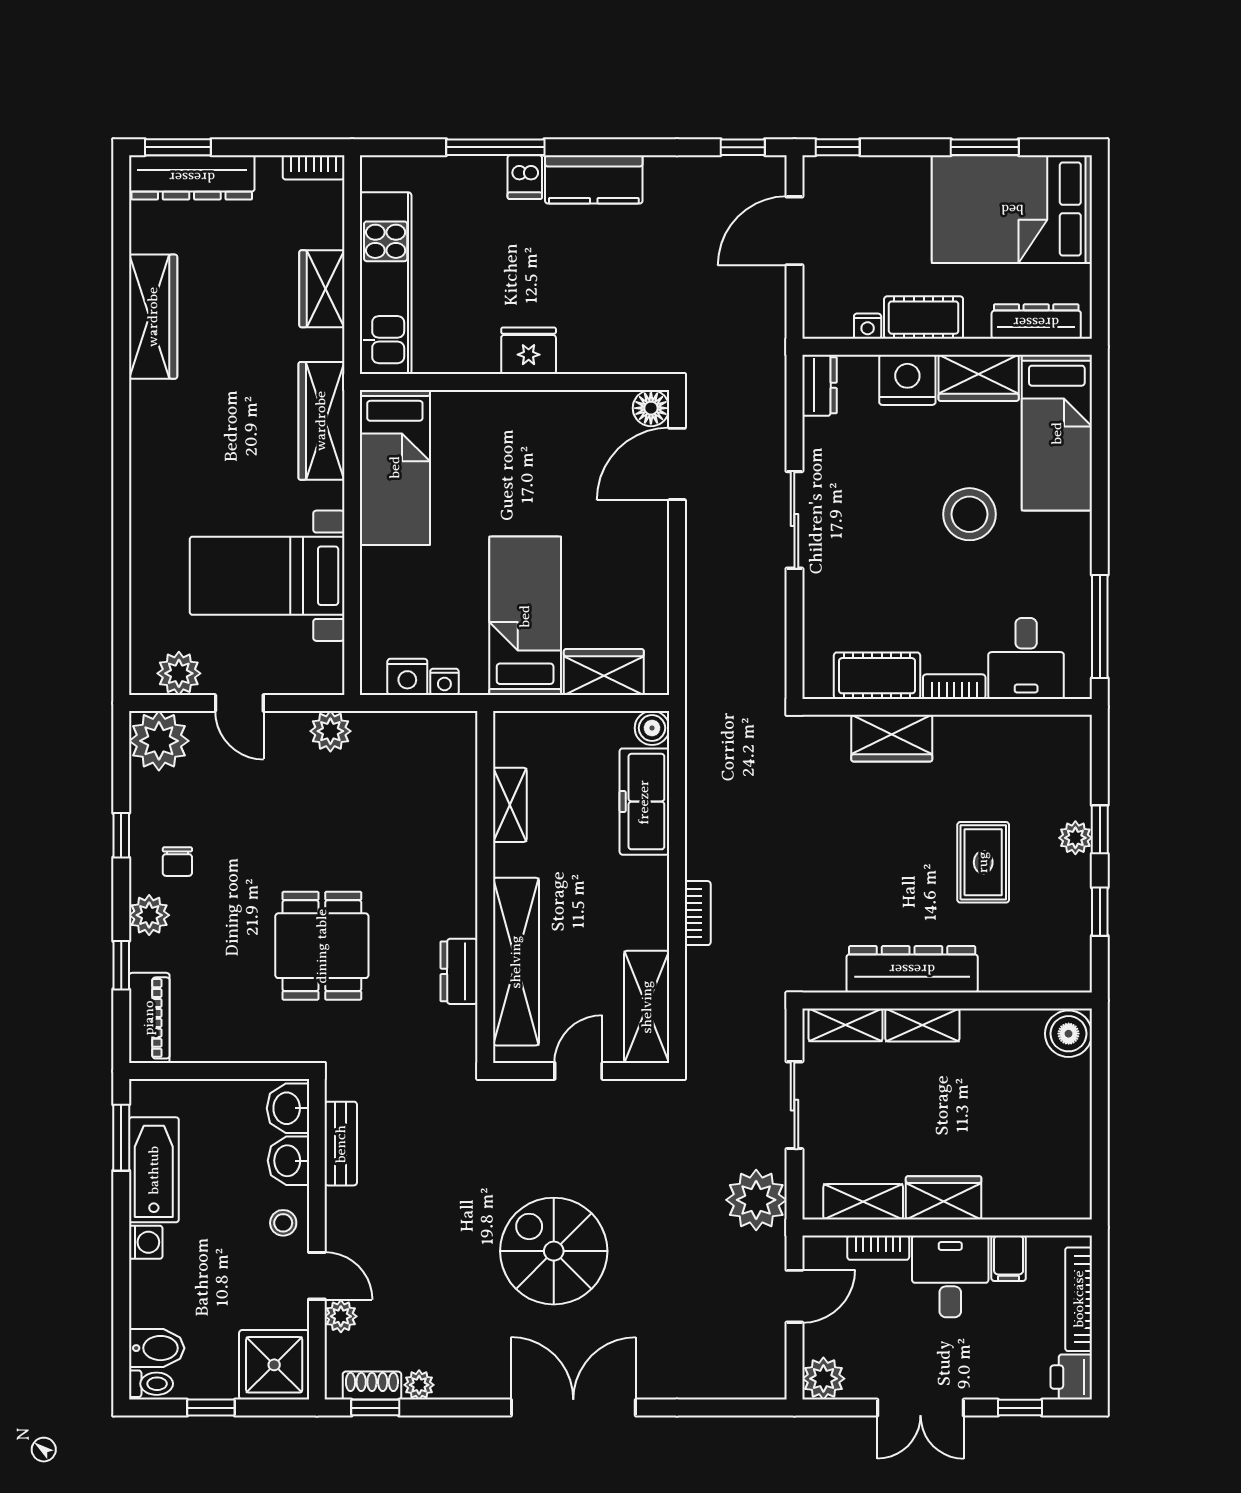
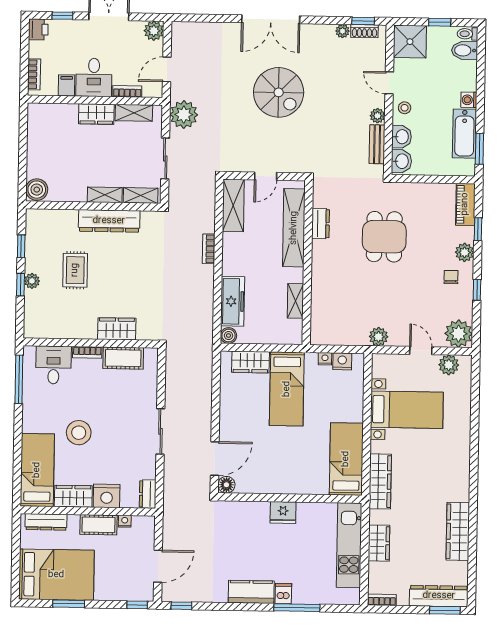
bookcase: (1079, 1299) -> (34, 74), width x0.64
plant: (341, 1316) -> (378, 116), moved

